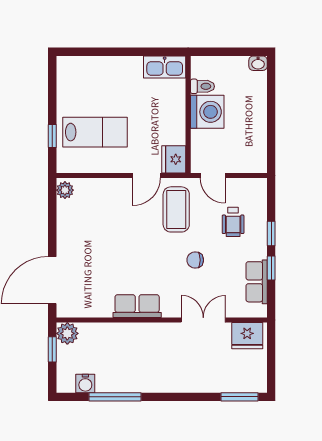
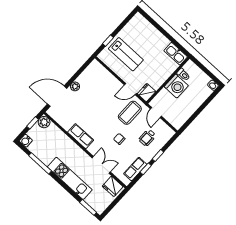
plant: (65, 190) -> (75, 86), moved
kitchen unit: (176, 380) -> (70, 178), added
water cooler: (85, 383) -> (26, 141), moved

